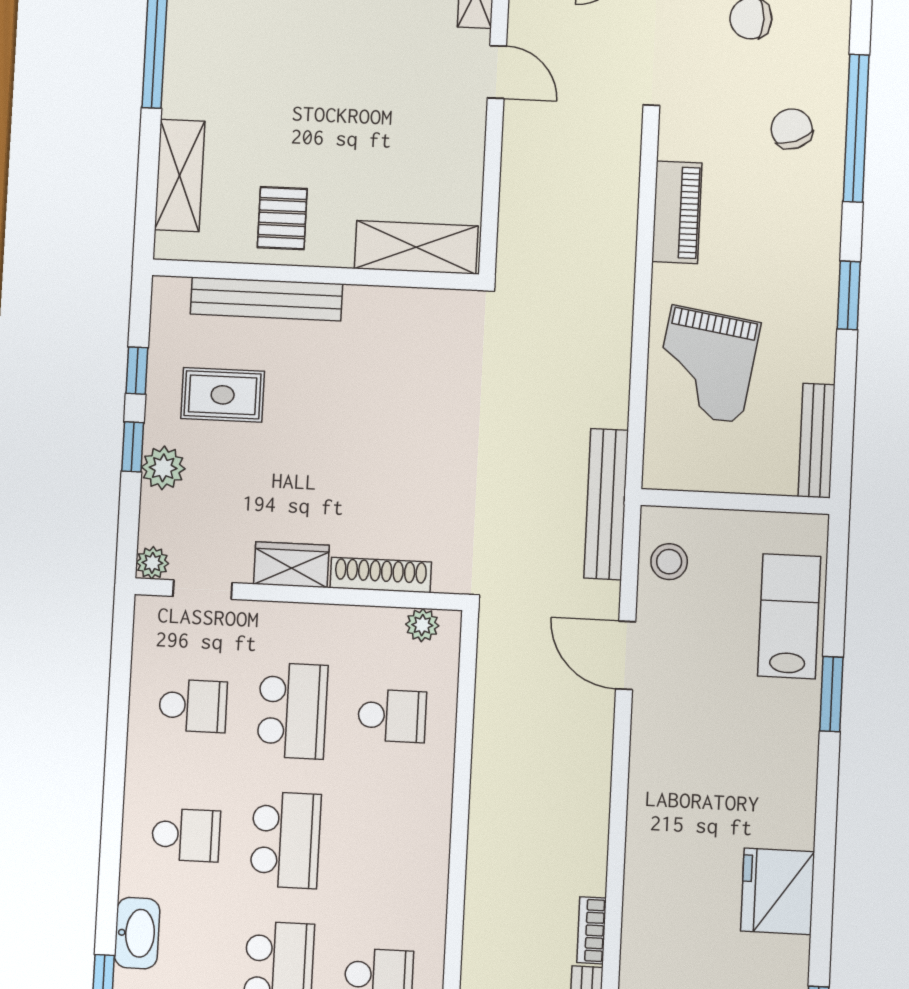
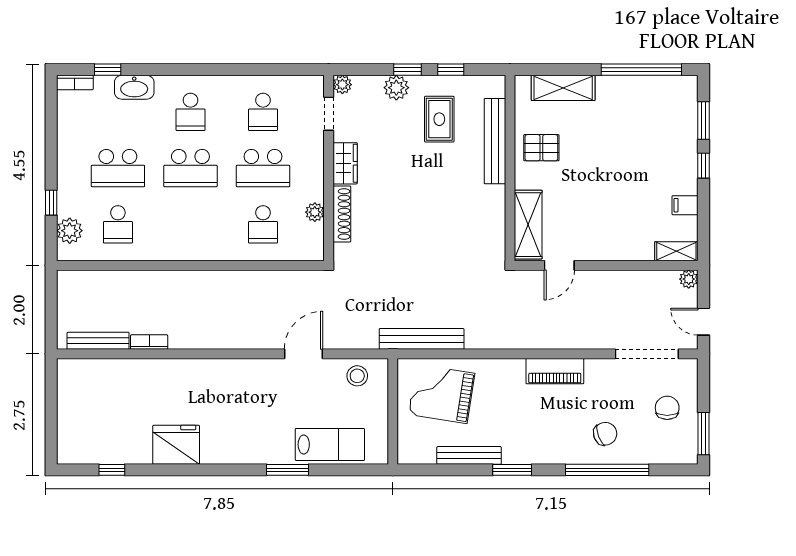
door: (497, 72) -> (559, 265), moved
grand piano: (706, 365) -> (442, 394), moved
bench: (817, 441) -> (469, 455), moved
bench: (606, 504) -> (422, 339), moved
plant: (422, 625) -> (315, 212), moved

